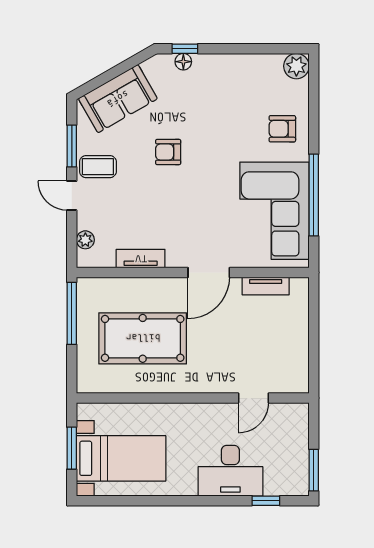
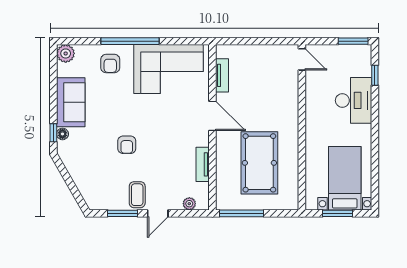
sofa: (118, 99) -> (71, 102), moved, turned 30
window: (314, 195) -> (130, 41), moved
door: (253, 398) -> (302, 59), moved

